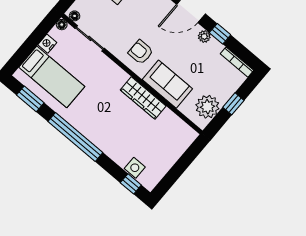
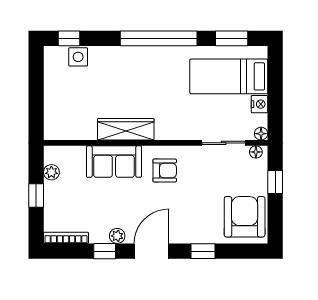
plant: (207, 107) -> (51, 172), width x0.53, depth x0.53

